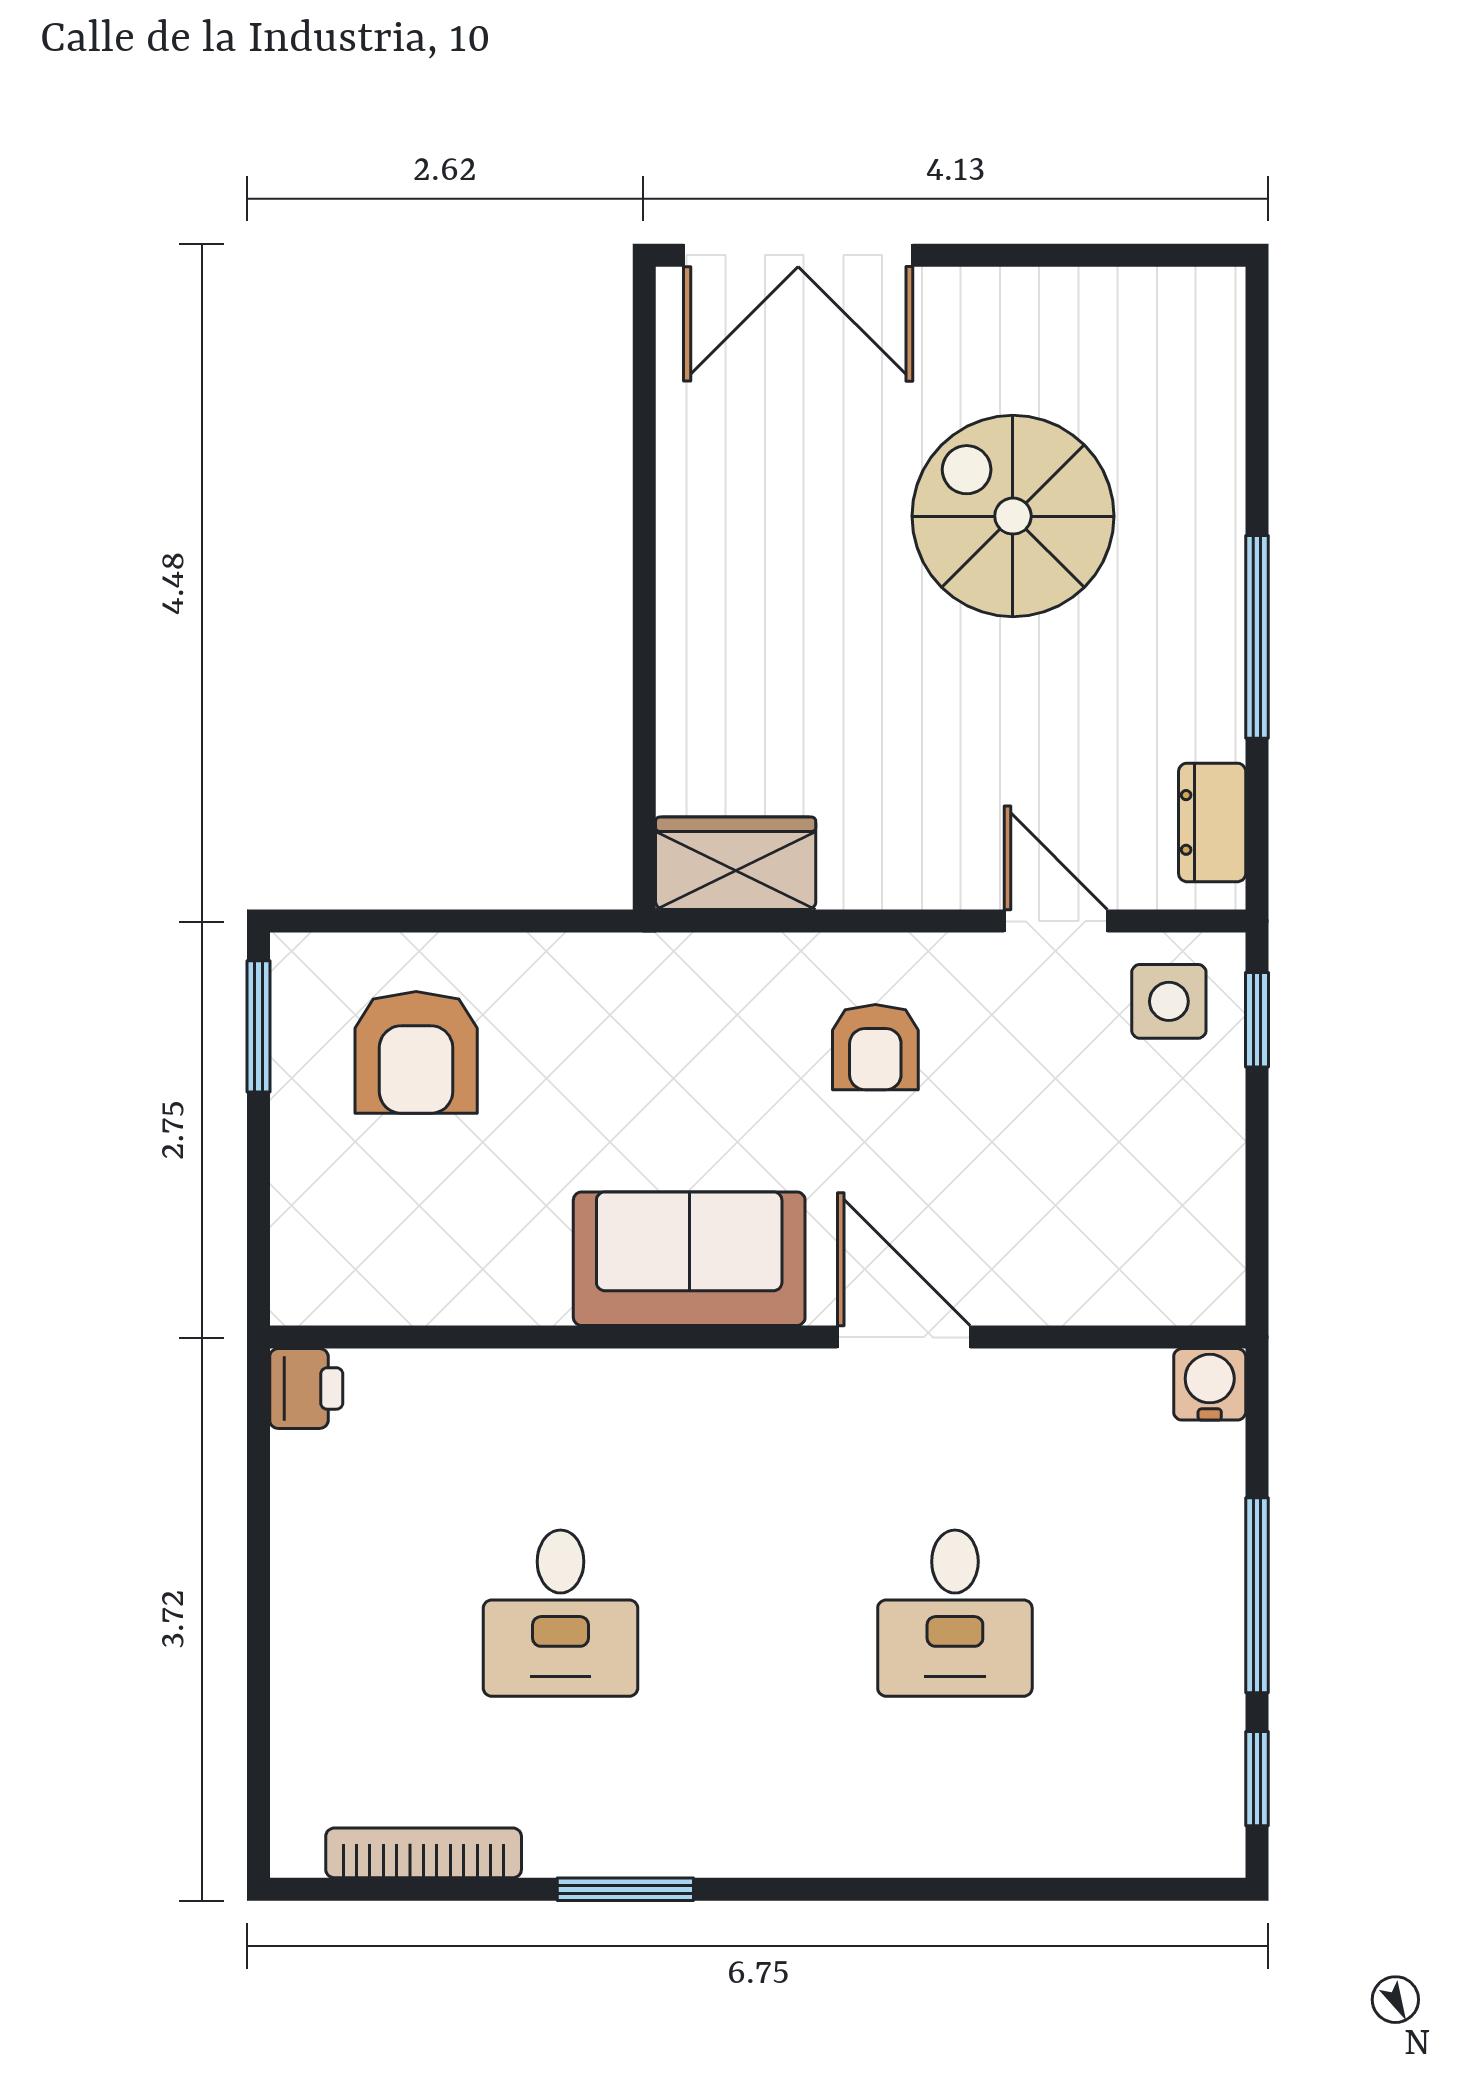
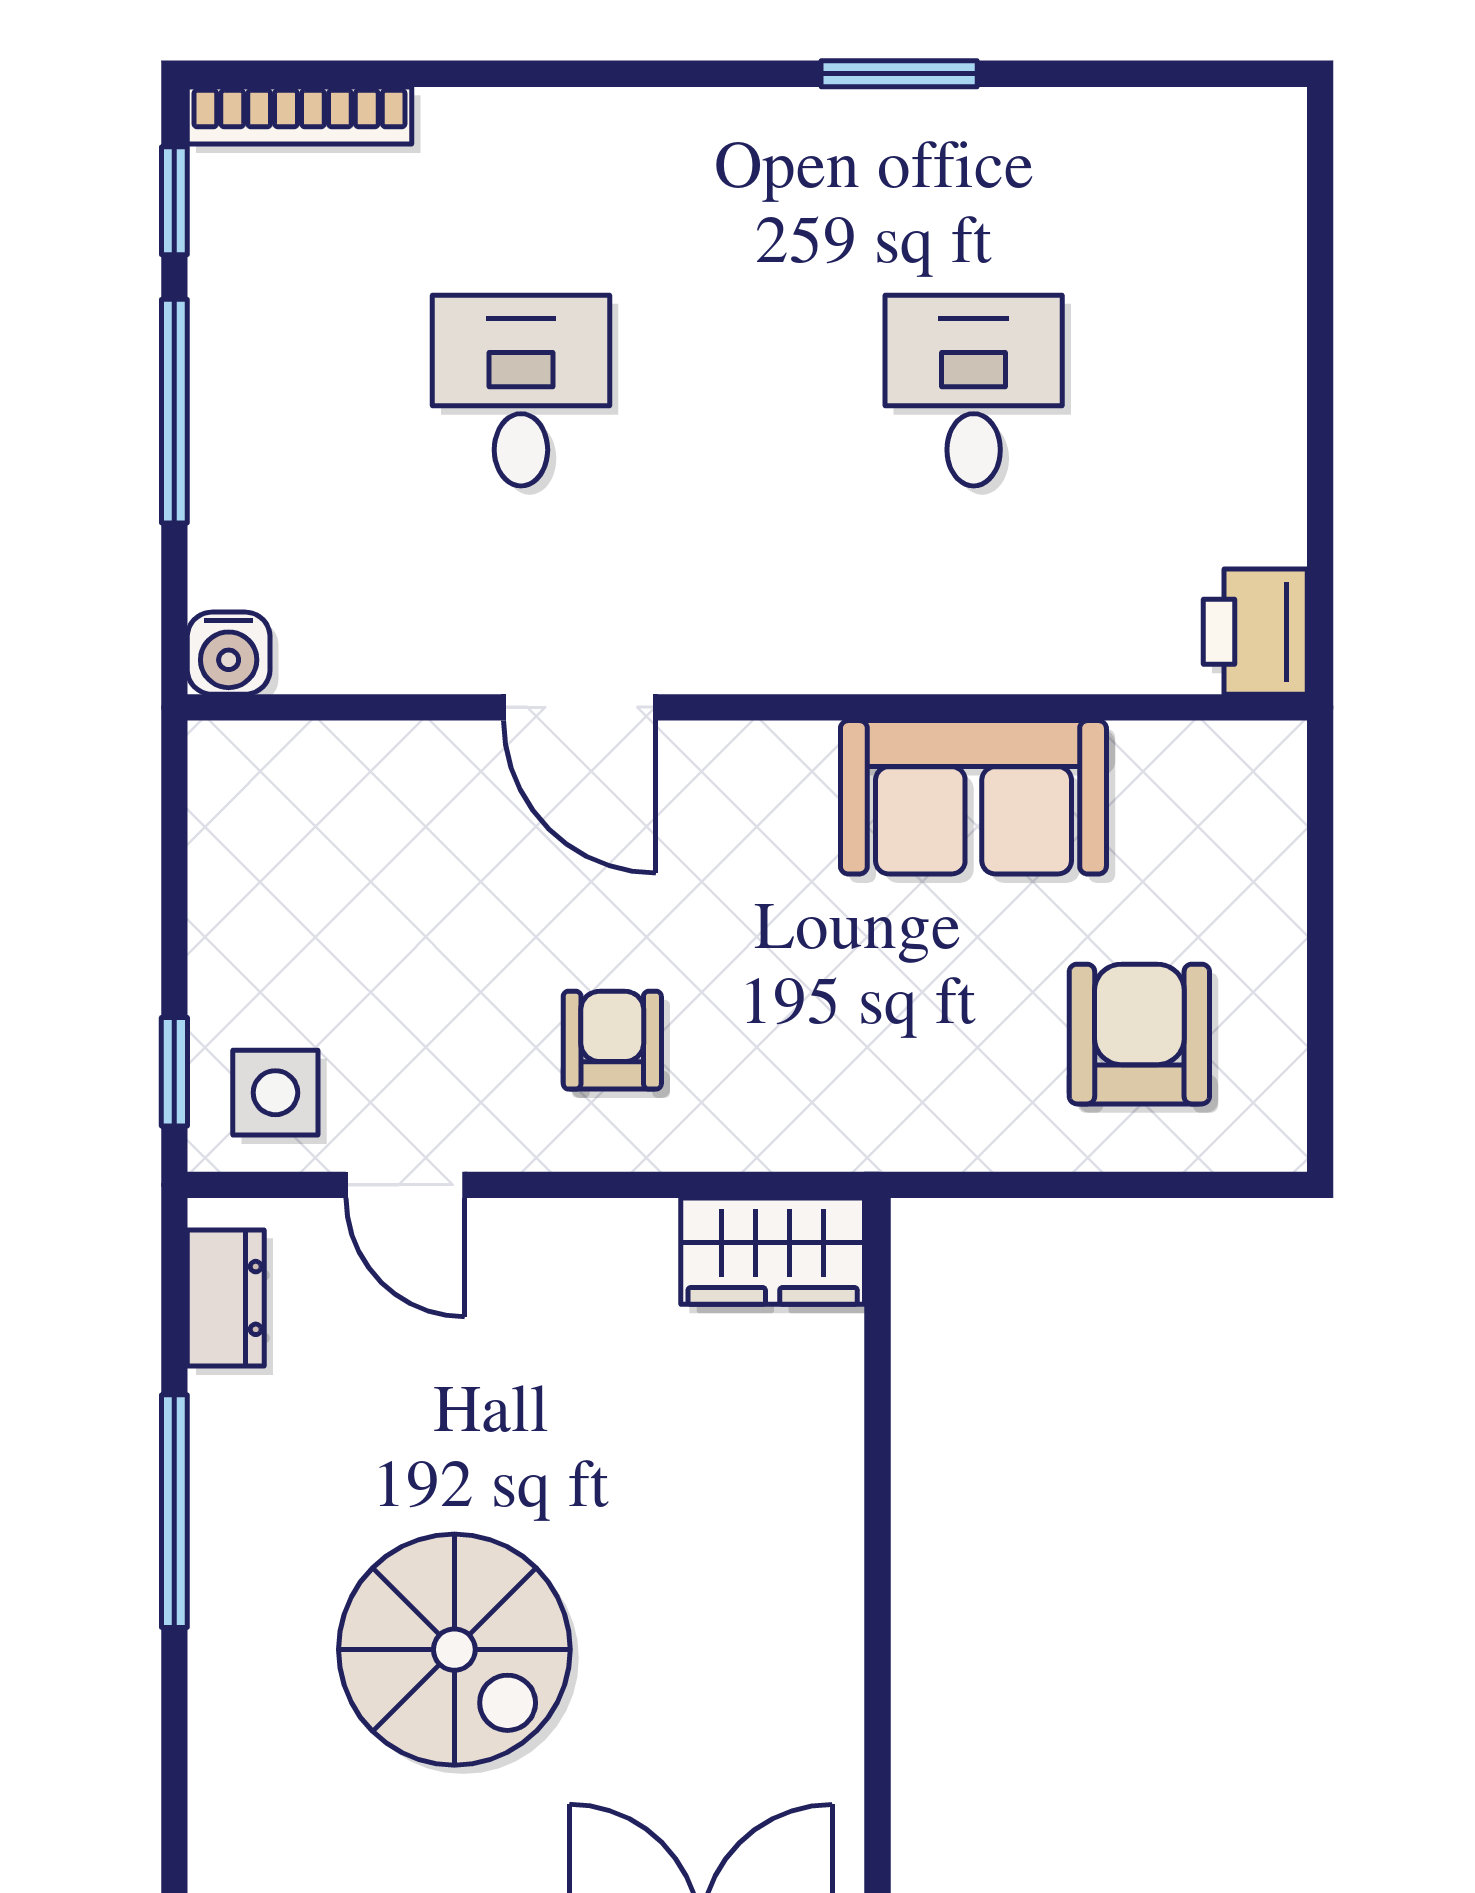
window: (258, 1026) -> (1320, 1064), removed
sofa: (689, 1259) -> (973, 797), moved
printer: (306, 1388) -> (1255, 632), width x1.36, depth x1.24
bookcase: (424, 1853) -> (299, 115), moved

